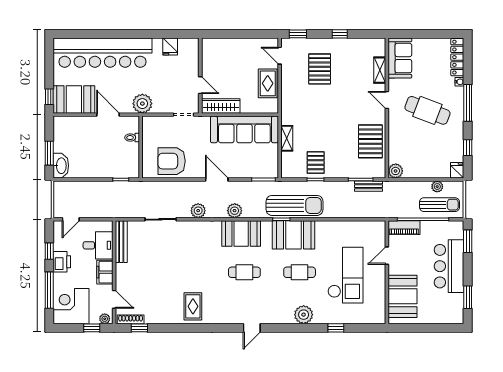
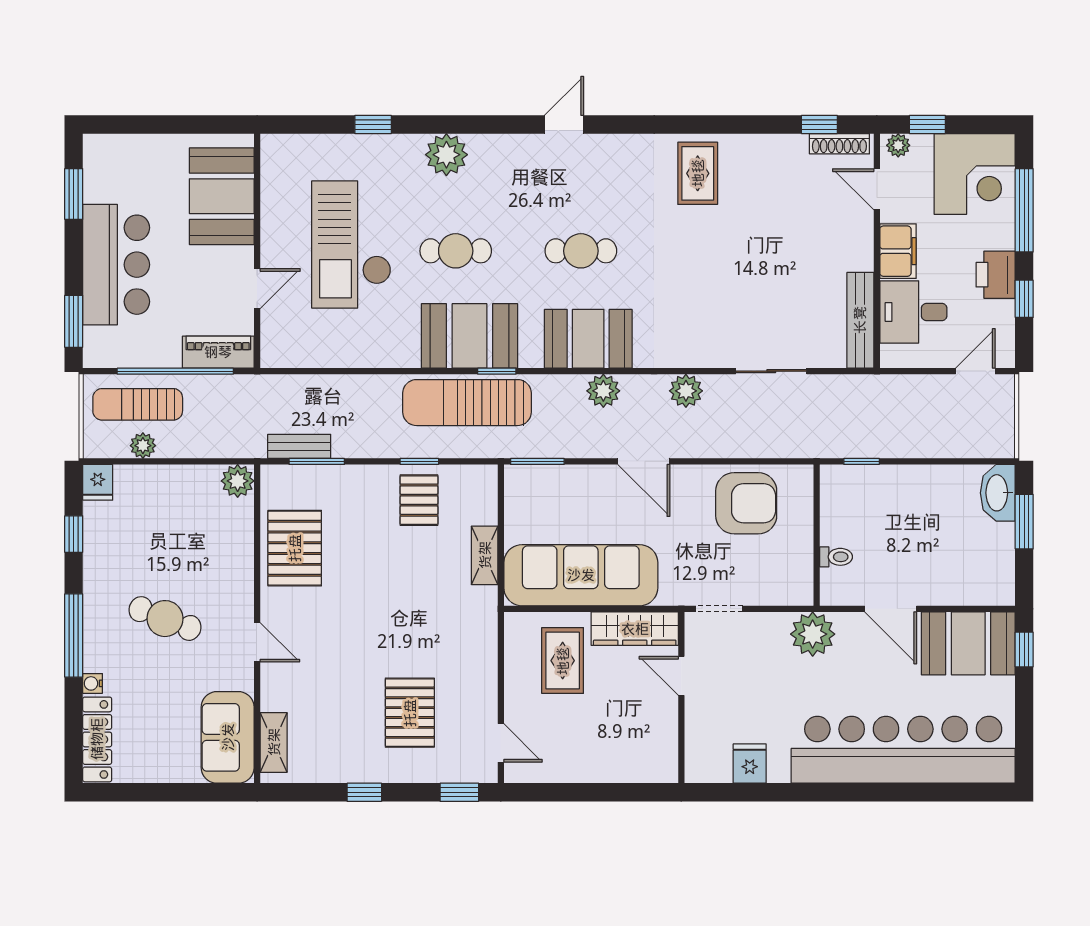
shelving: (380, 70) -> (274, 742), moved
rug: (268, 83) -> (563, 661), moved
cafe table: (427, 110) -> (165, 619), width x0.73, depth x0.74

